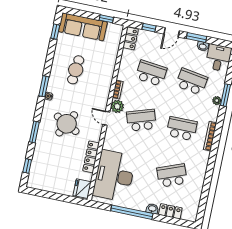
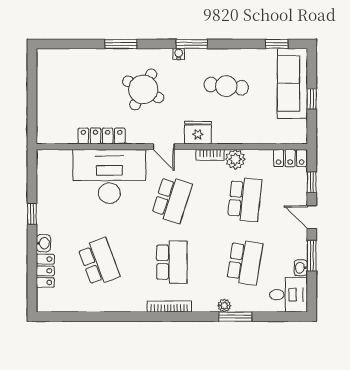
window: (106, 19) -> (312, 99), moved
plant: (117, 106) -> (235, 159), moved
door: (106, 118) -> (164, 147), swing flipped
school desk: (141, 120) -> (172, 199), turned 36
window: (27, 166) -> (68, 44), removed
desk: (114, 176) -> (109, 176), moved
fridge: (82, 189) -> (198, 133), moved
window: (132, 212) -> (32, 214), width x0.32

